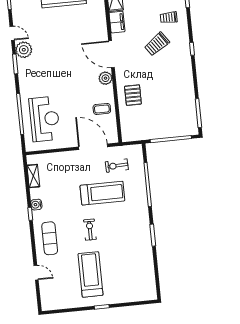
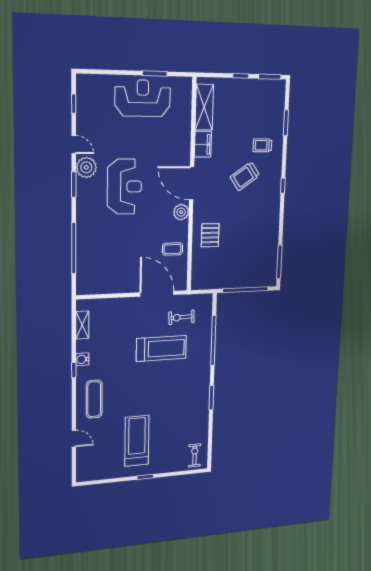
reception desk: (45, 119) -> (124, 187), moved
exercise bike: (90, 230) -> (195, 455), moved

